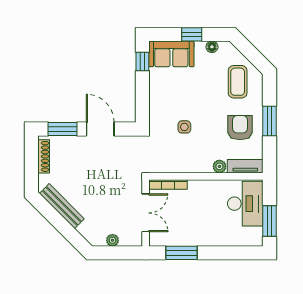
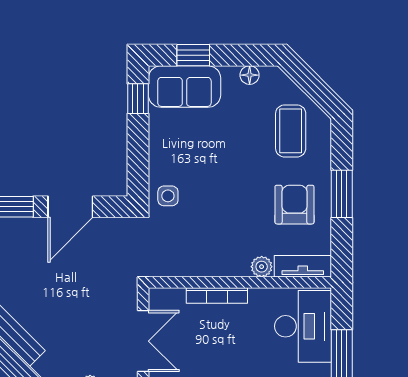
window: (192, 34) -> (193, 55), moved
side table: (184, 127) -> (168, 196), moved
door: (100, 129) -> (70, 207), swing flipped
bookcase: (168, 184) -> (217, 296), moved

